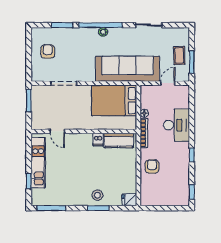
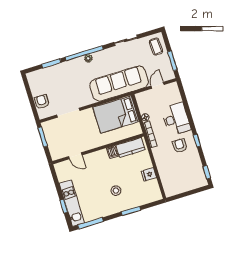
armchair: (48, 51) -> (42, 102), moved
coffee table: (179, 55) -> (156, 47), moved
kitchen unit: (38, 163) -> (72, 203), moved
armchair: (152, 167) -> (180, 146), moved
stool: (97, 195) -> (116, 191), moved
fridge: (129, 200) -> (149, 174), moved

